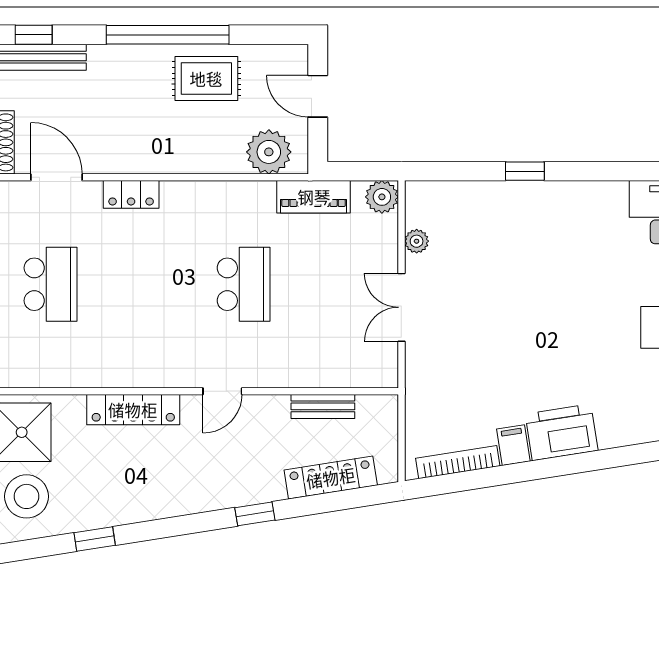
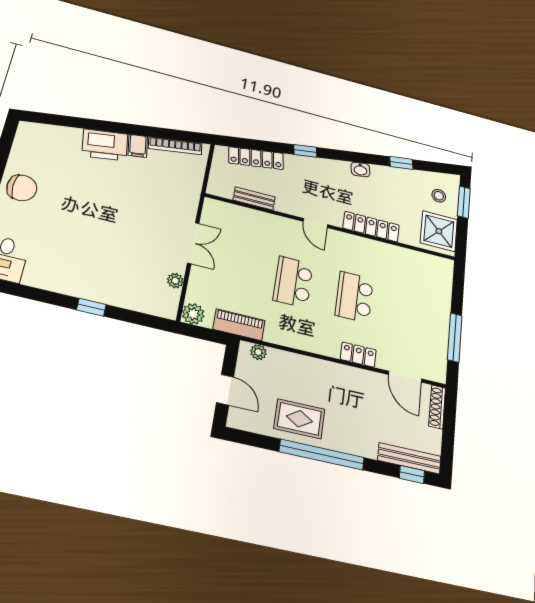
plant: (269, 152) -> (258, 352), width x0.53, depth x0.53
school desk: (51, 284) -> (354, 297), moved
door: (222, 391) -> (315, 223), swing flipped
stool: (26, 496) -> (439, 196), width x0.53, depth x0.53
washbasin: (161, 507) -> (360, 169), added

